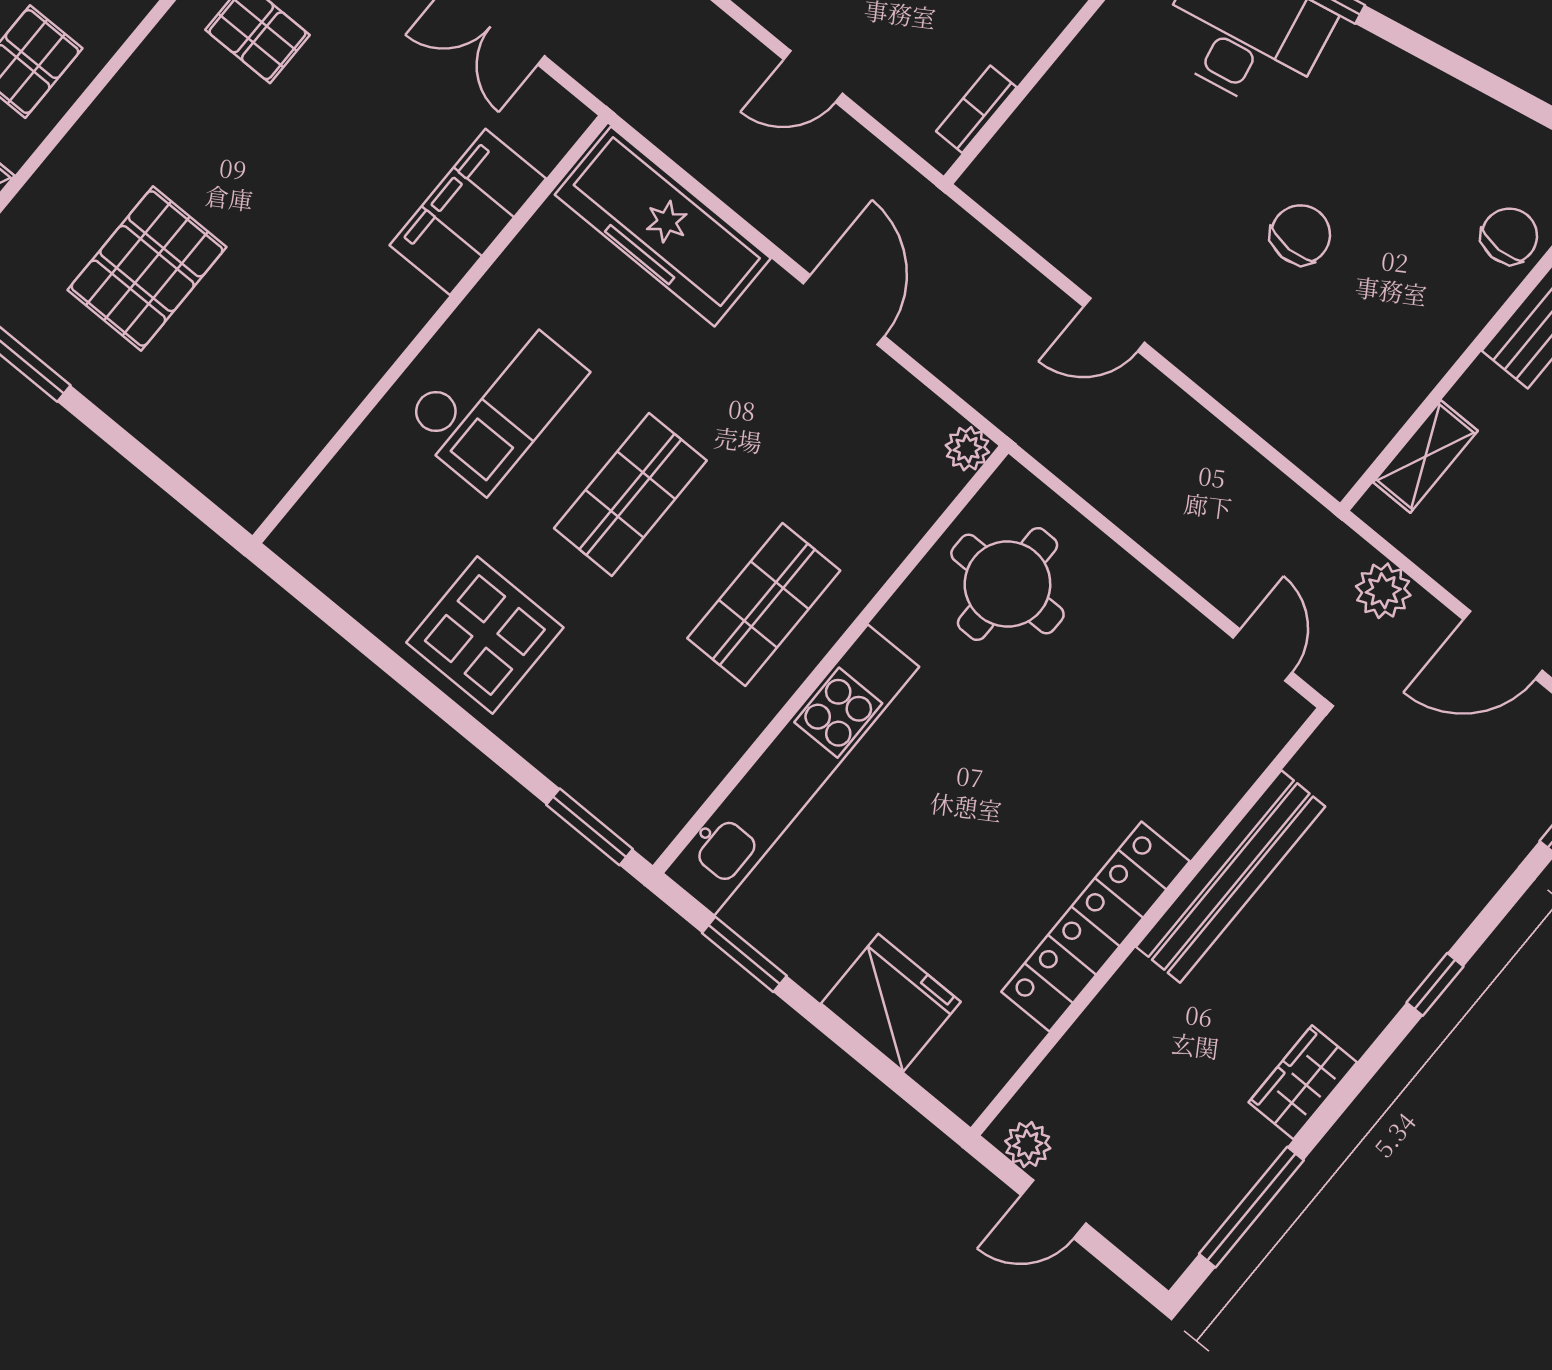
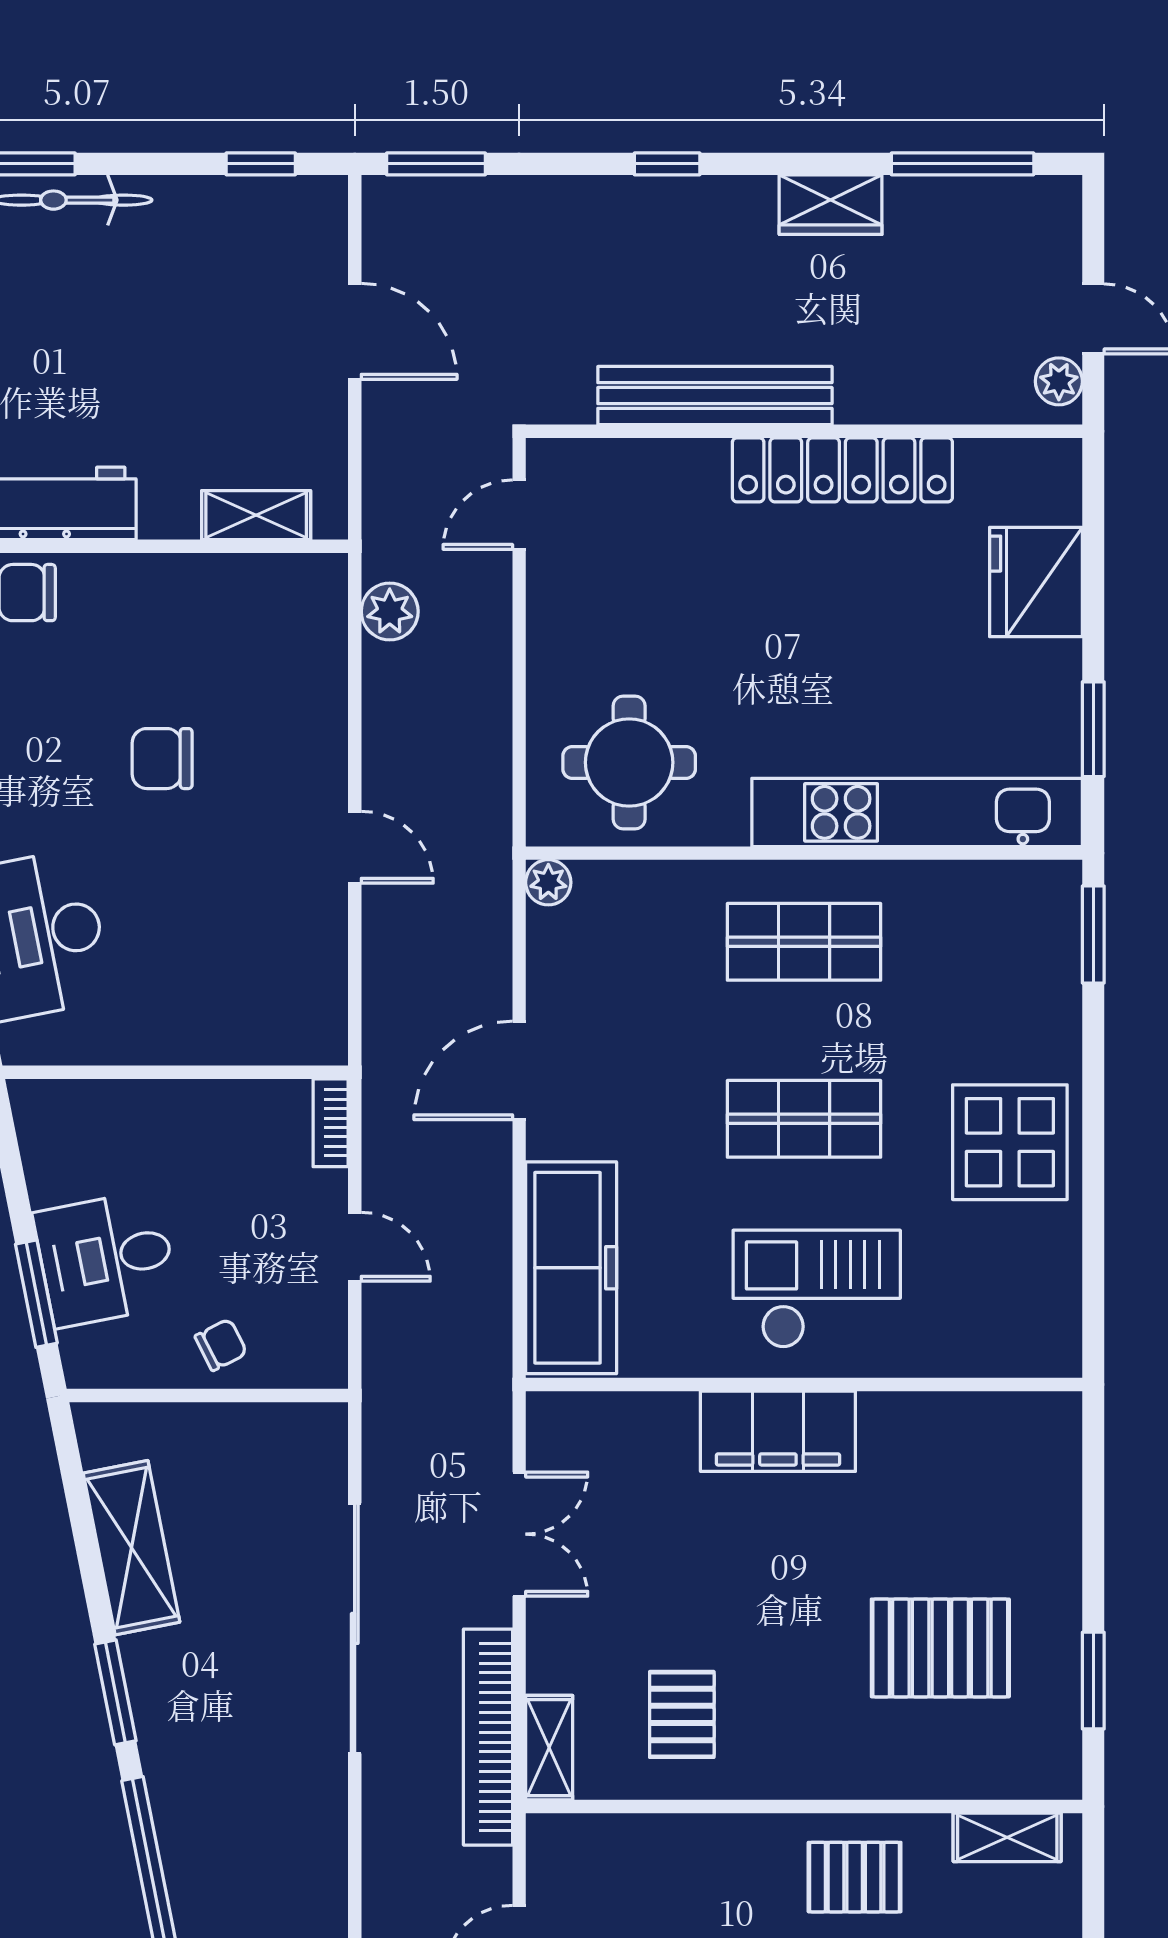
bookcase: (976, 109) -> (331, 1123), moved, turned 90
filing cabinet: (468, 212) -> (778, 1431), moved
plant: (1383, 591) -> (390, 611), moved

